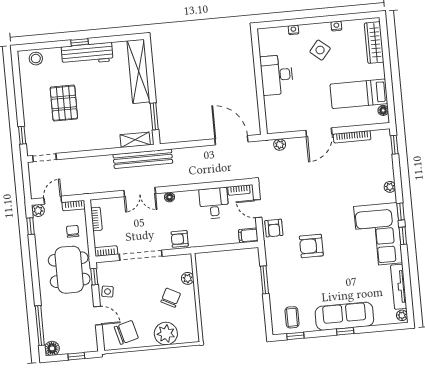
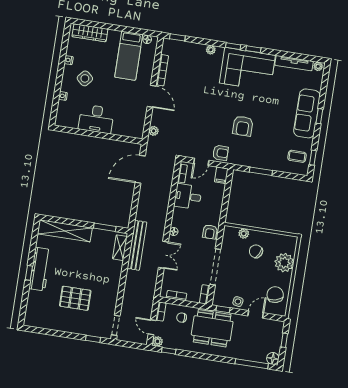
stool: (36, 59) -> (33, 312), removed

